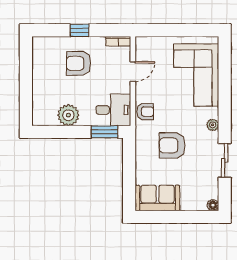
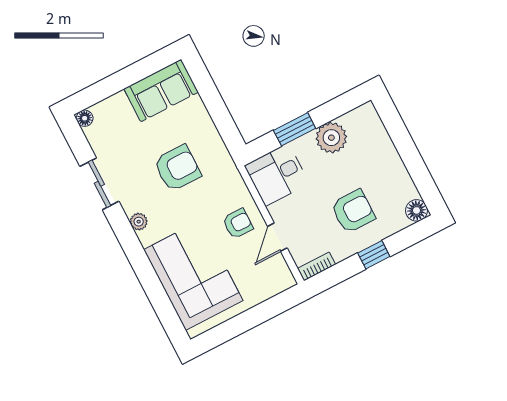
floor lamp: (39, 44) -> (417, 210), added
armchair: (145, 112) -> (238, 224), moved, turned 180
window: (105, 132) -> (295, 129), moved

